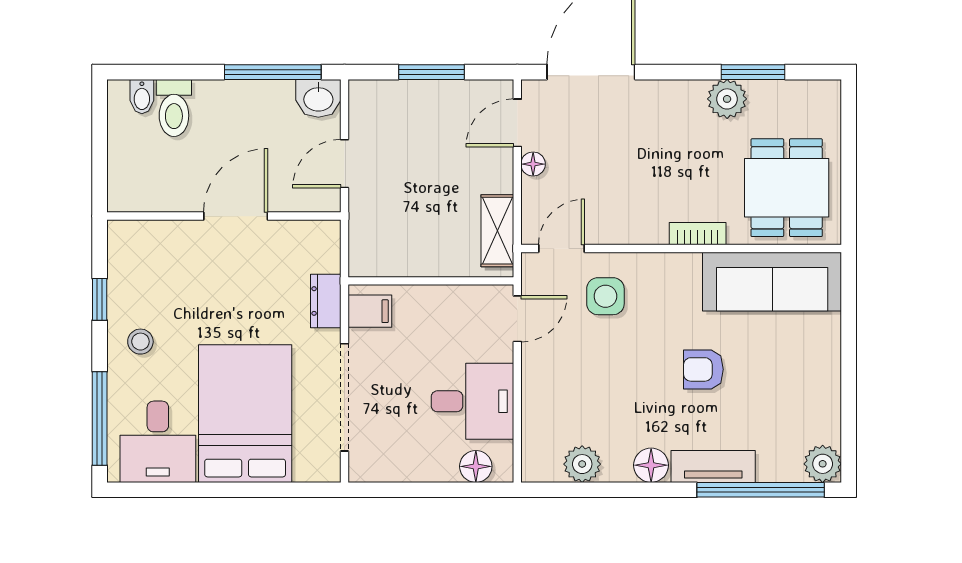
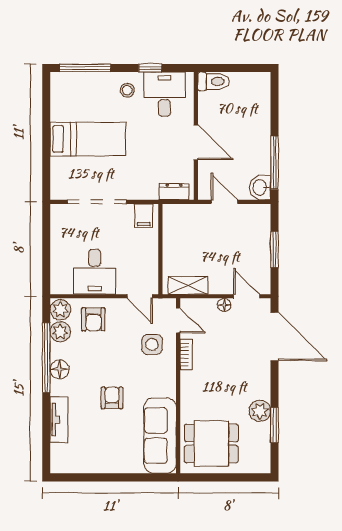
bidet: (142, 97) -> (261, 91), removed
toilet: (174, 108) -> (213, 81), moved, turned 180
bookcase: (698, 234) -> (186, 354), moved
dresser: (326, 301) -> (174, 192), moved
armchair: (559, 403) -> (93, 319), added
bed: (245, 414) -> (88, 139), width x0.67
desk: (158, 442) -> (165, 94), moved, turned 90
plant: (823, 464) -> (60, 310), moved
floor lamp: (476, 466) -> (59, 274), removed
tv unit: (713, 466) -> (59, 420), moved
window: (761, 490) -> (46, 358), moved

